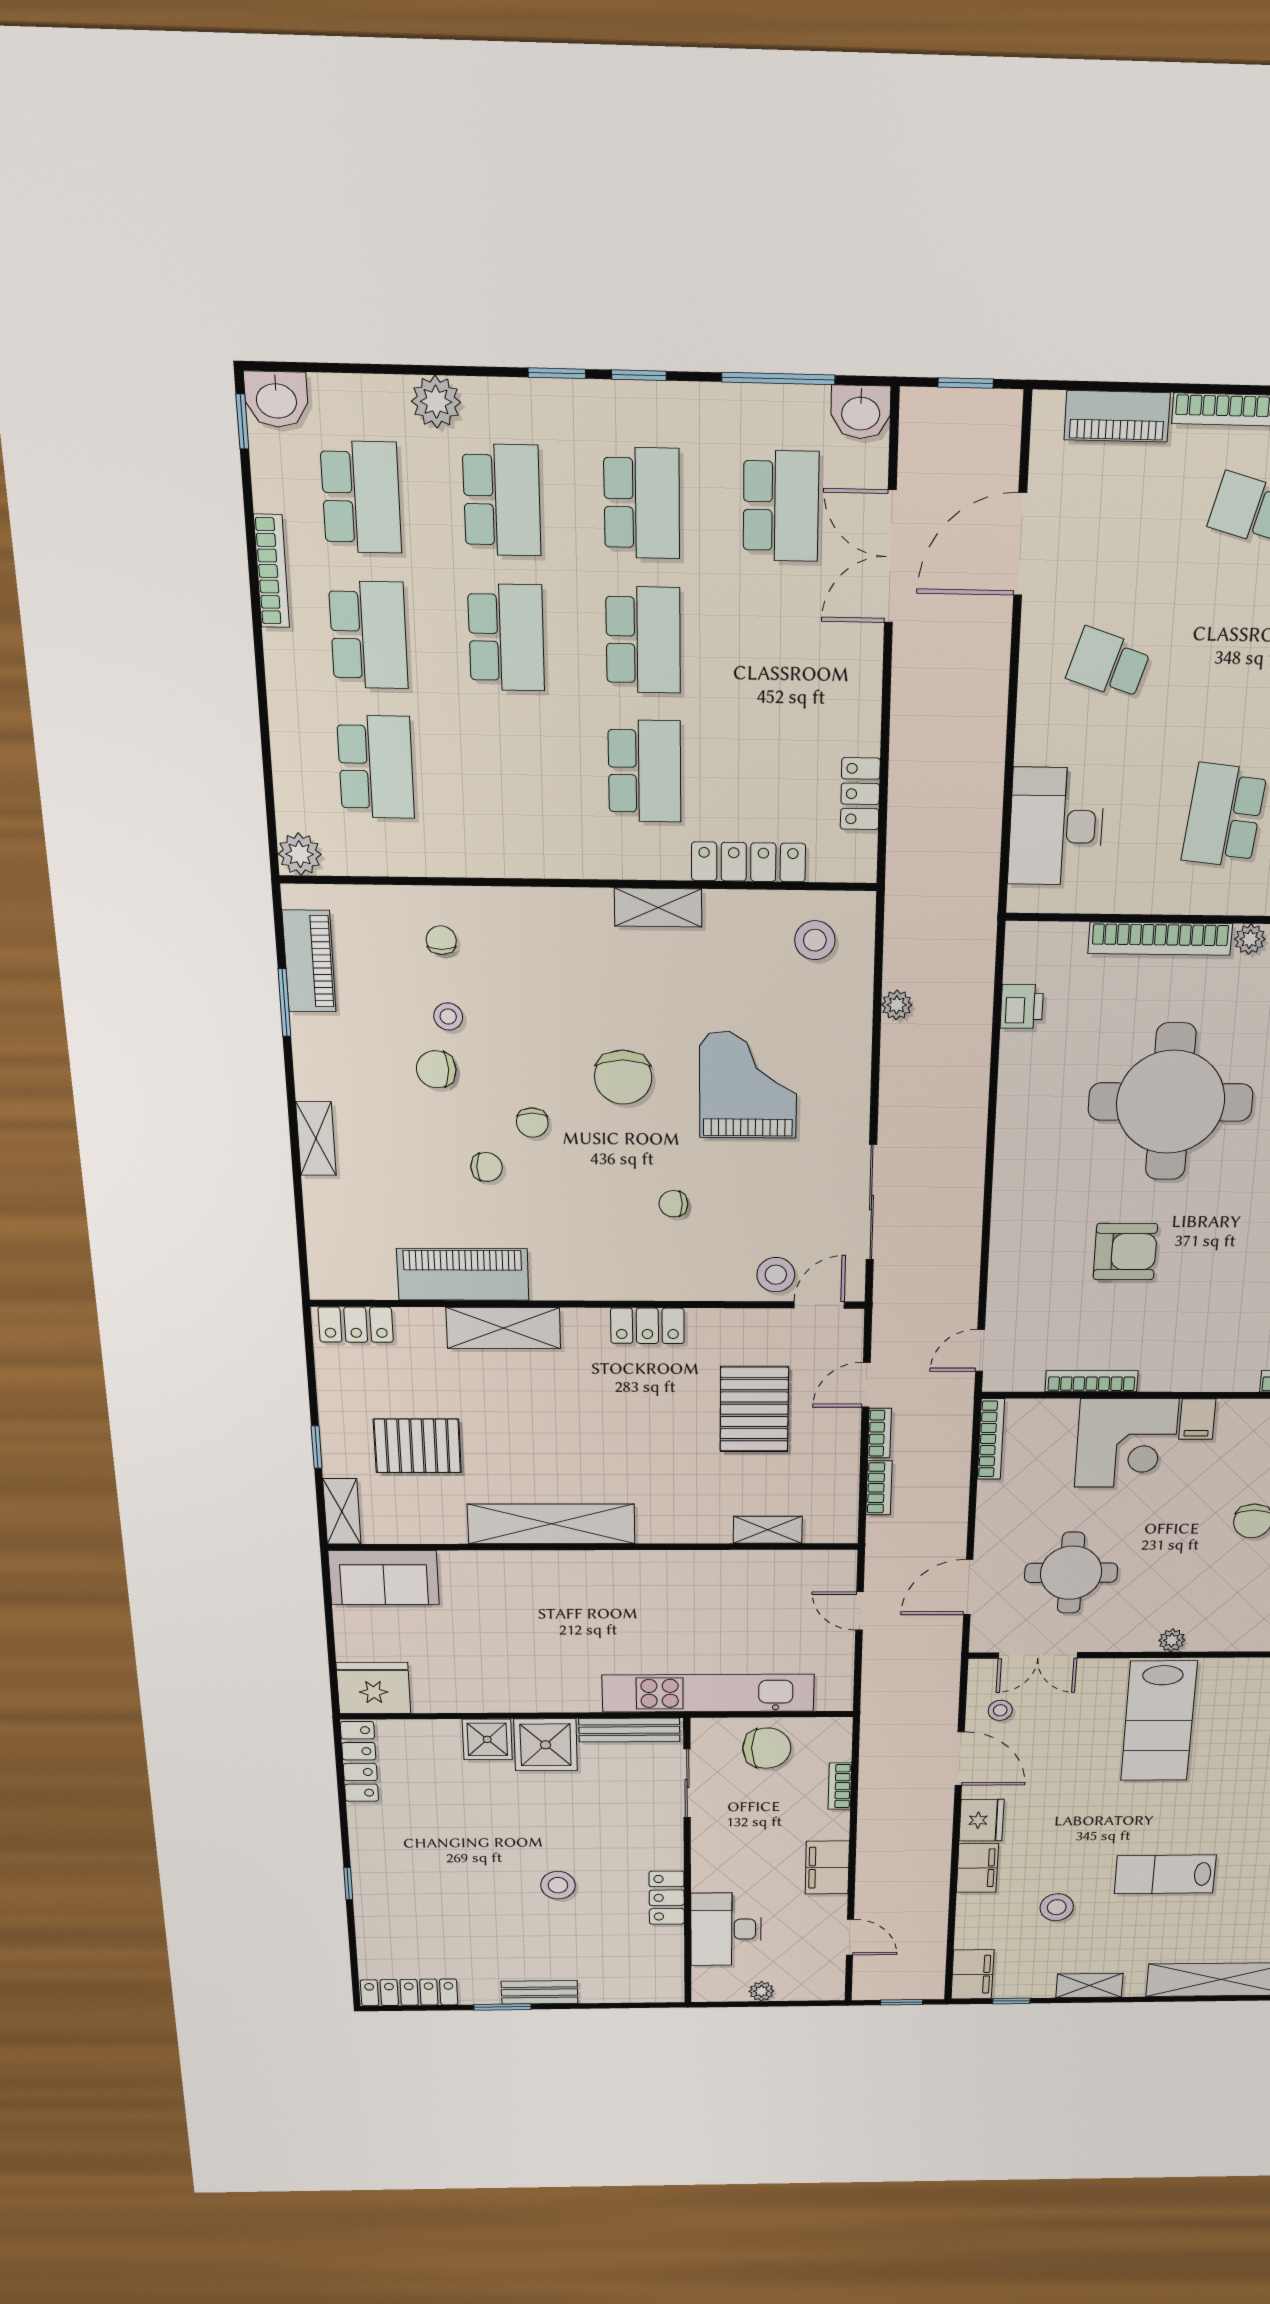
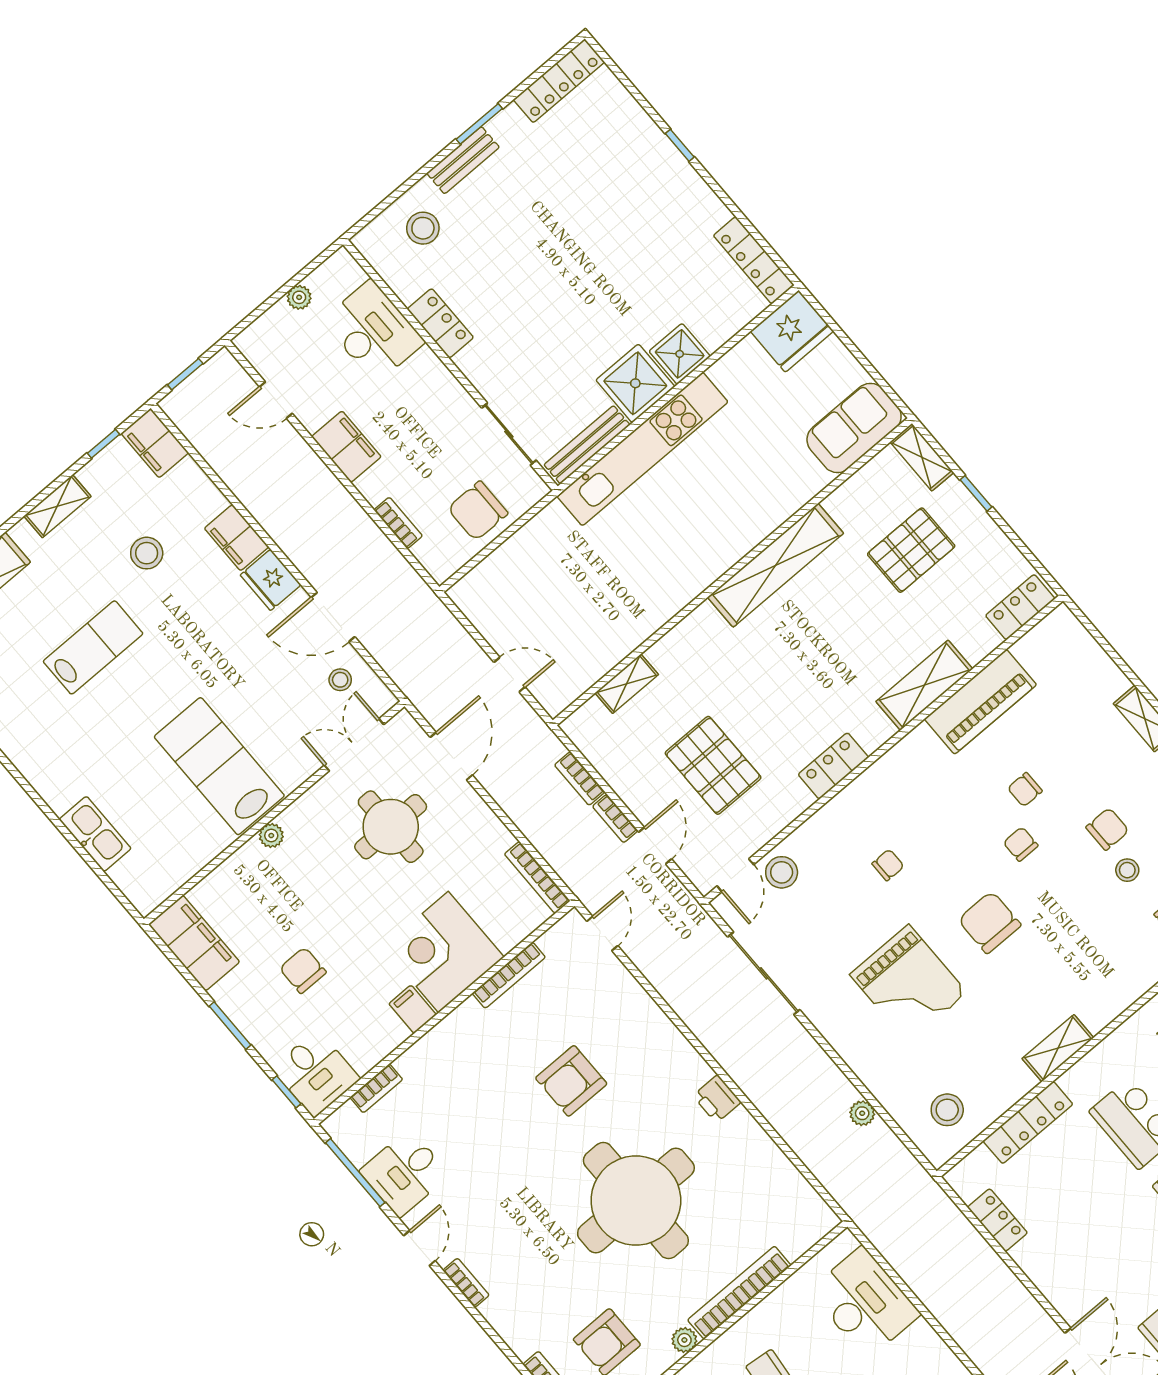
printer: (1022, 1006) -> (717, 1099), moved
kitchen unit: (708, 1693) -> (642, 449), moved
stool: (558, 1885) -> (423, 228), moved

